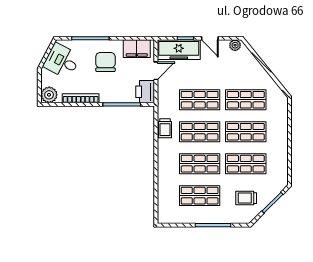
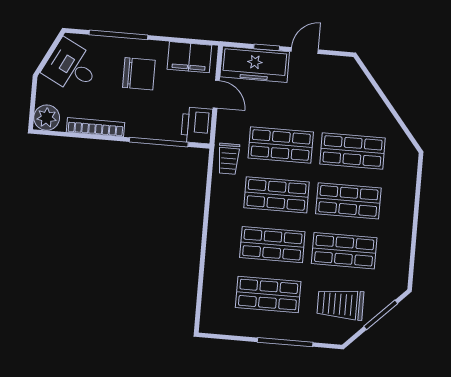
door: (210, 38) -> (305, 51), swing flipped
plant: (235, 45) -> (343, 65), removed
chair: (105, 62) -> (139, 74), turned 90
door: (156, 71) -> (216, 94), hinge flipped
trolley: (165, 128) -> (229, 159), moved
trolley: (246, 198) -> (340, 304), width x1.36, depth x1.39

